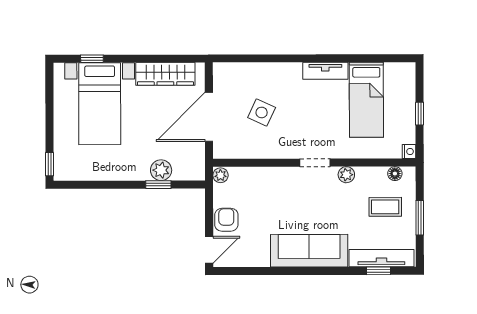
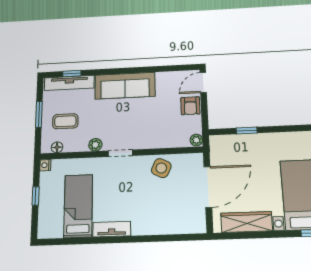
side table: (262, 112) -> (161, 168), moved
plant: (161, 170) -> (245, 142), removed

